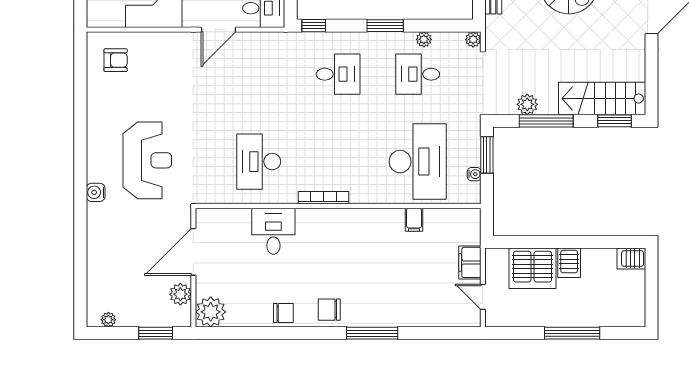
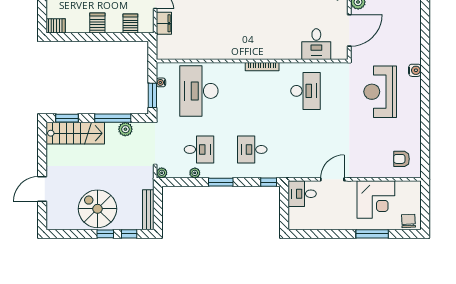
filing cabinet: (414, 220) -> (201, 52), removed
desk: (273, 231) -> (316, 44), moved
server rack: (532, 268) -> (130, 24), width x0.46, depth x0.70

